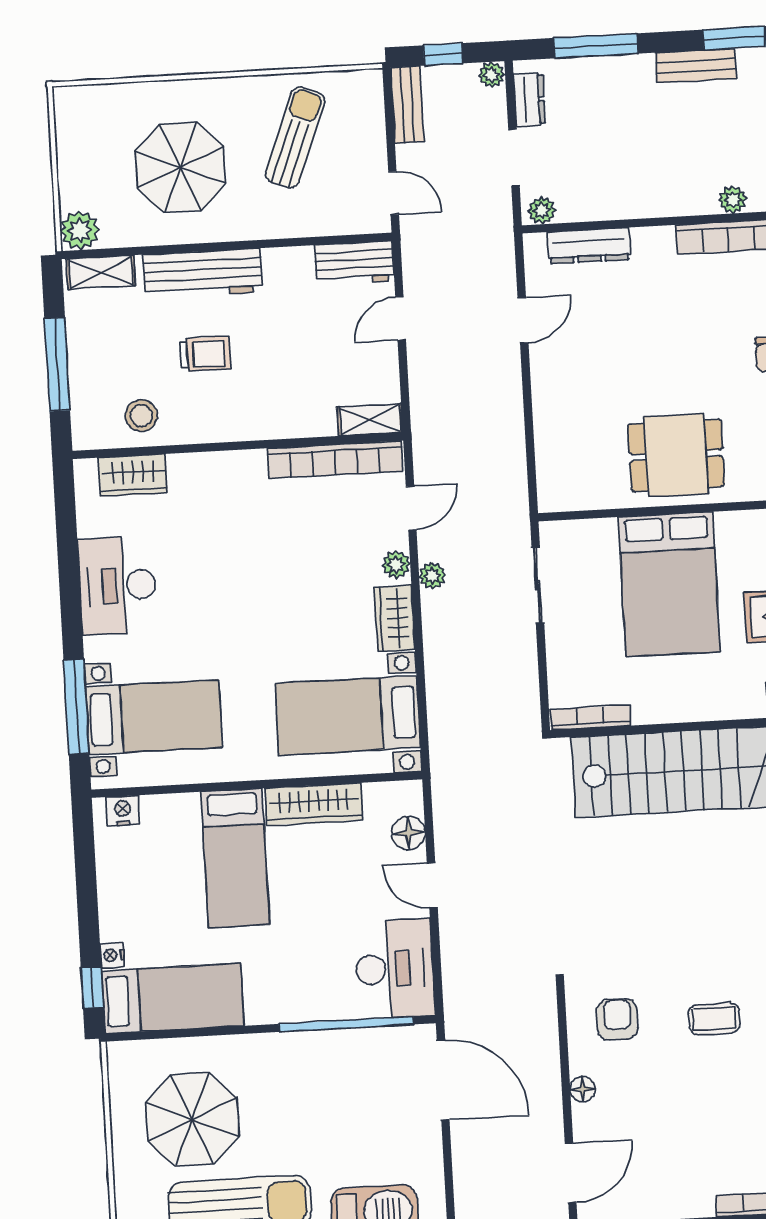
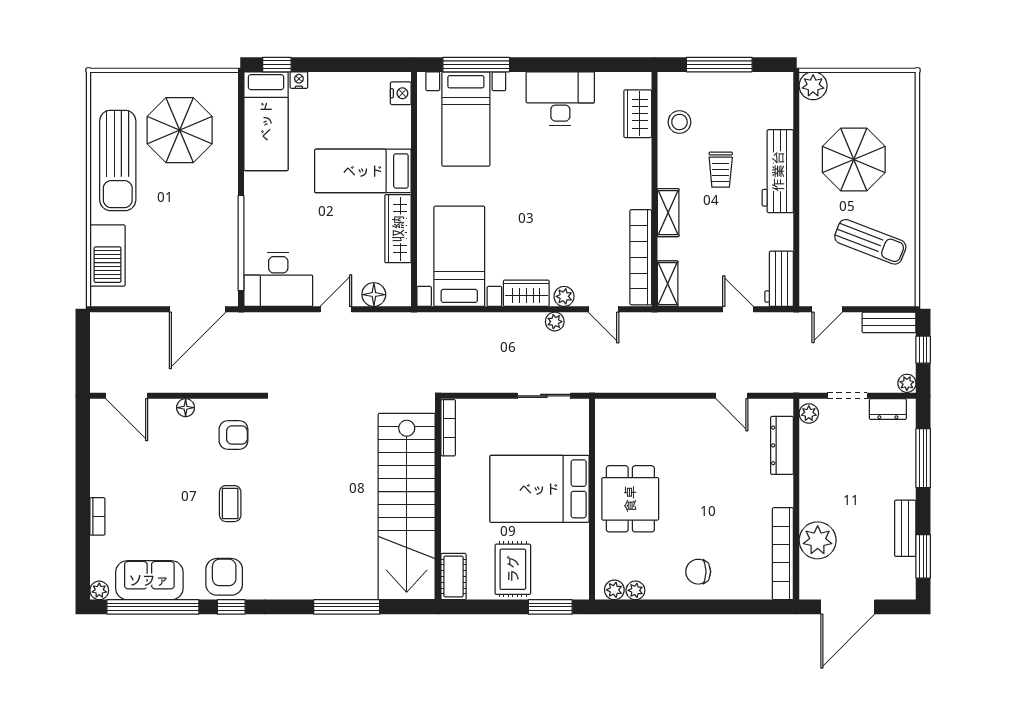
plant: (733, 200) -> (818, 540), width x1.88, depth x1.88
shelving: (101, 272) -> (668, 213), moved

